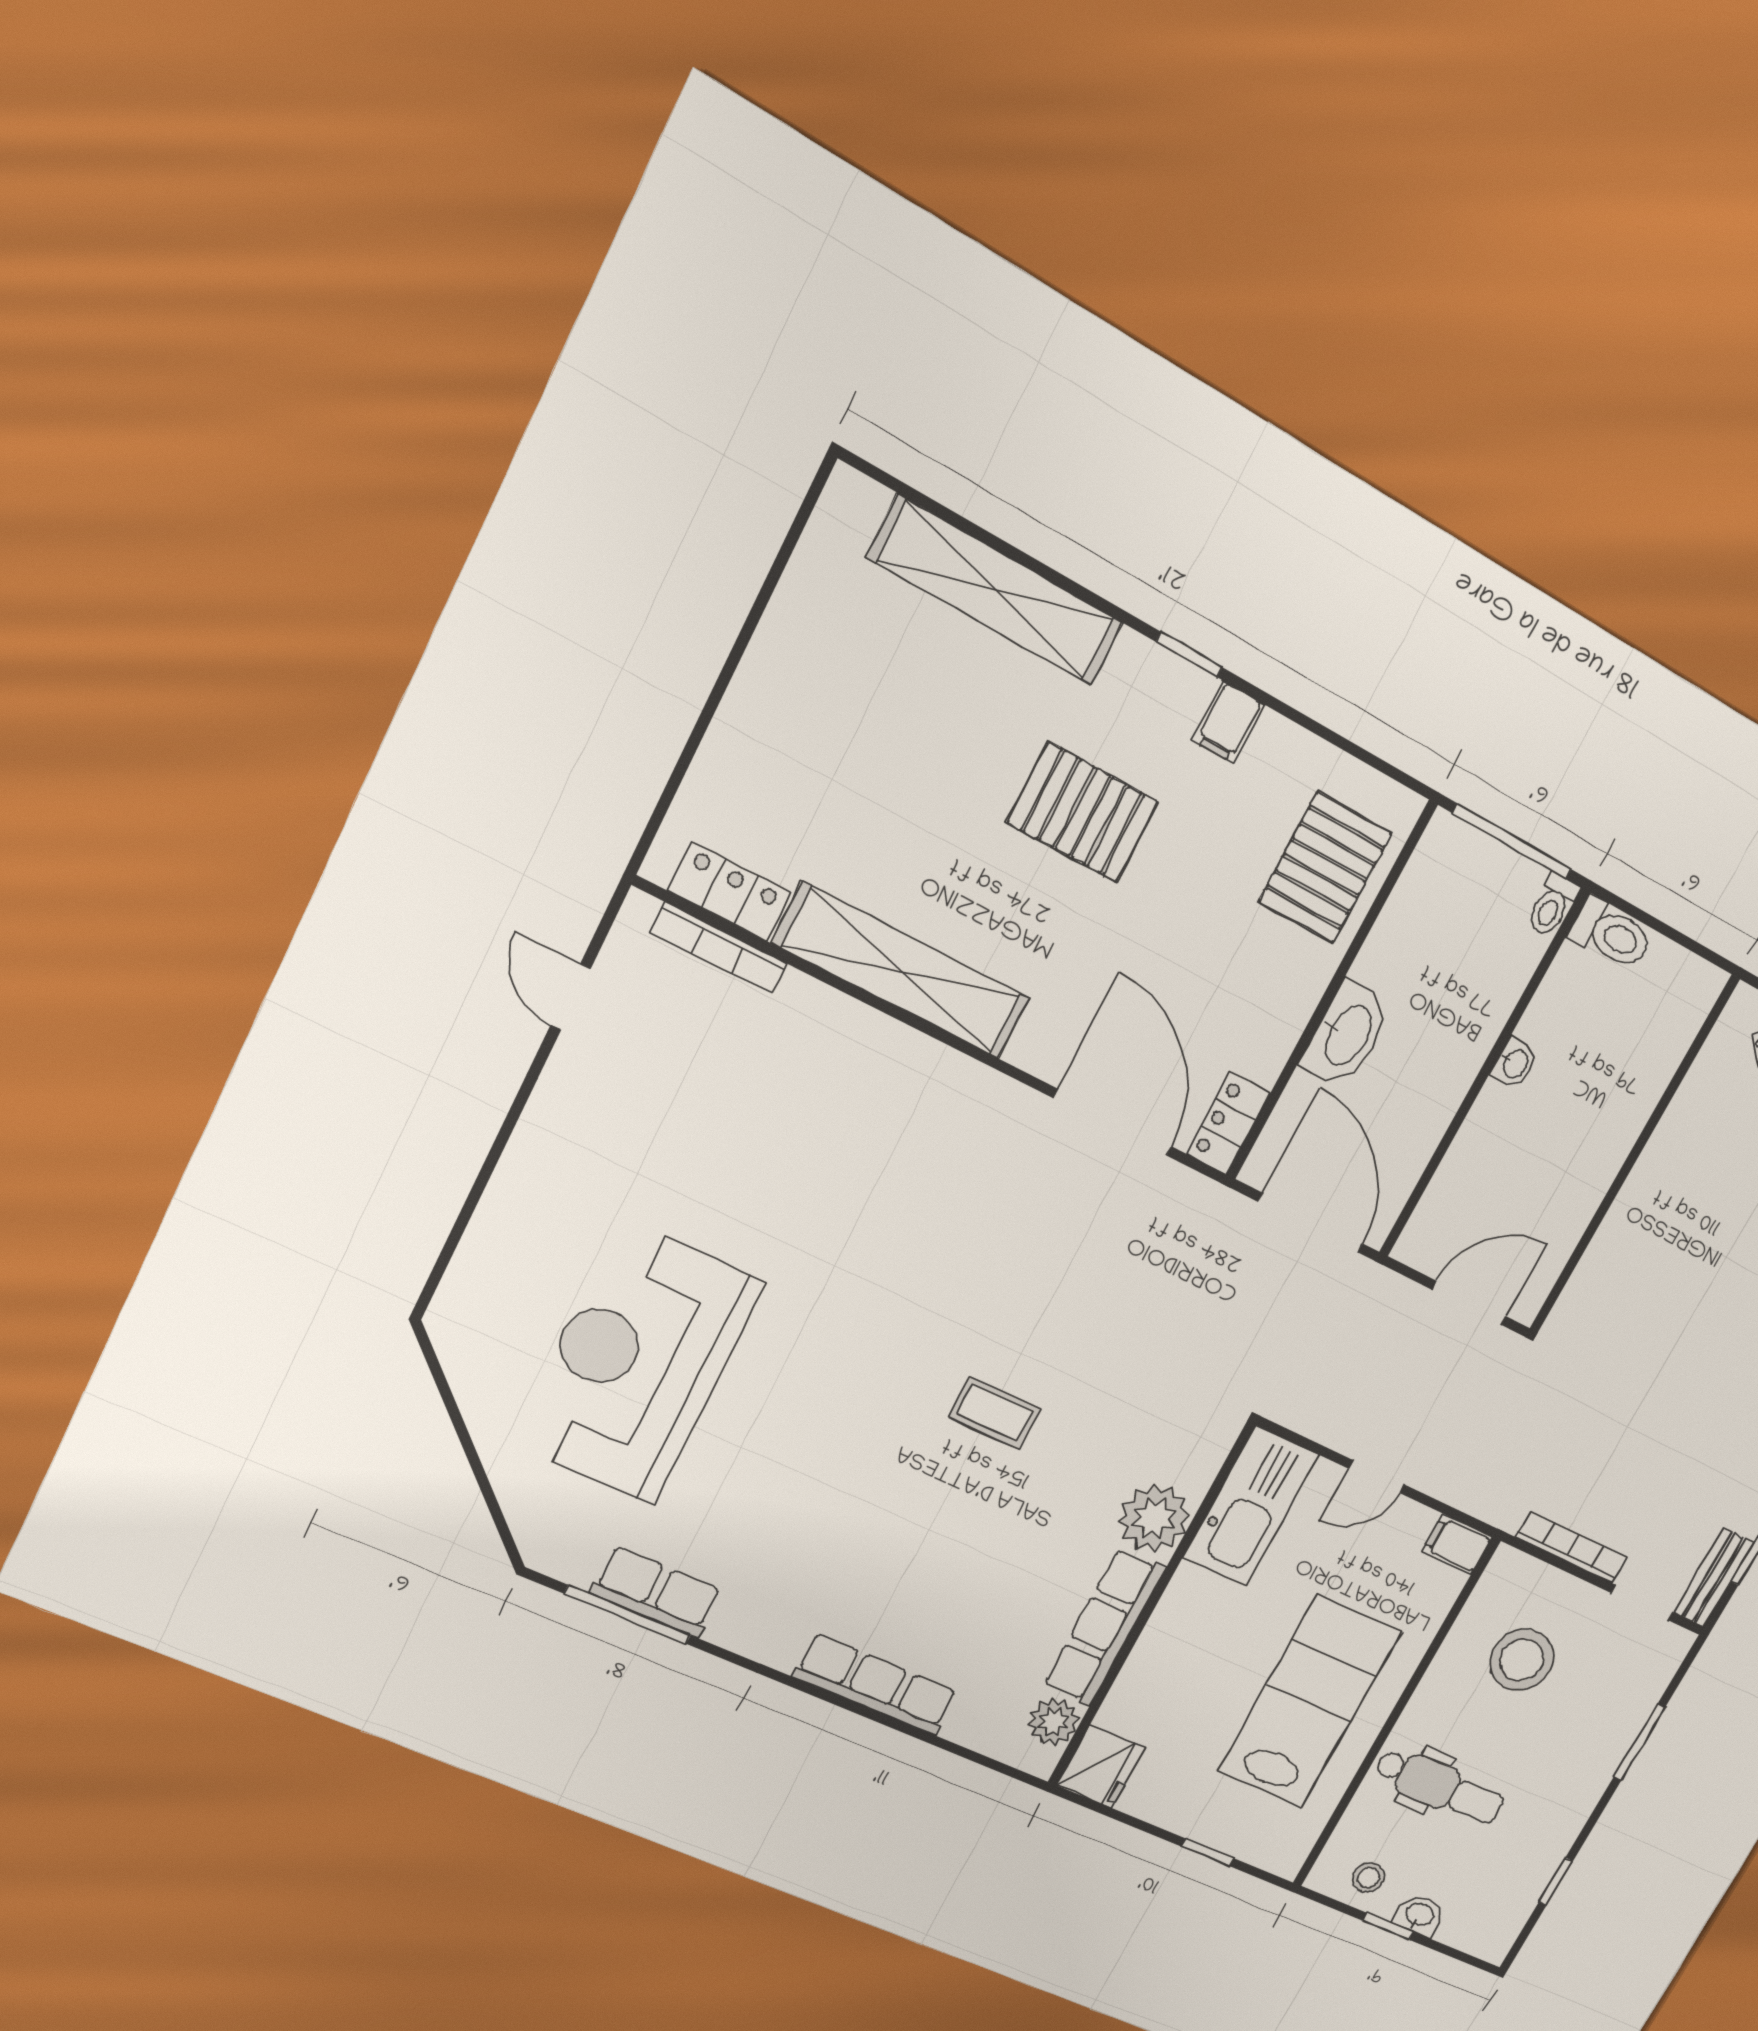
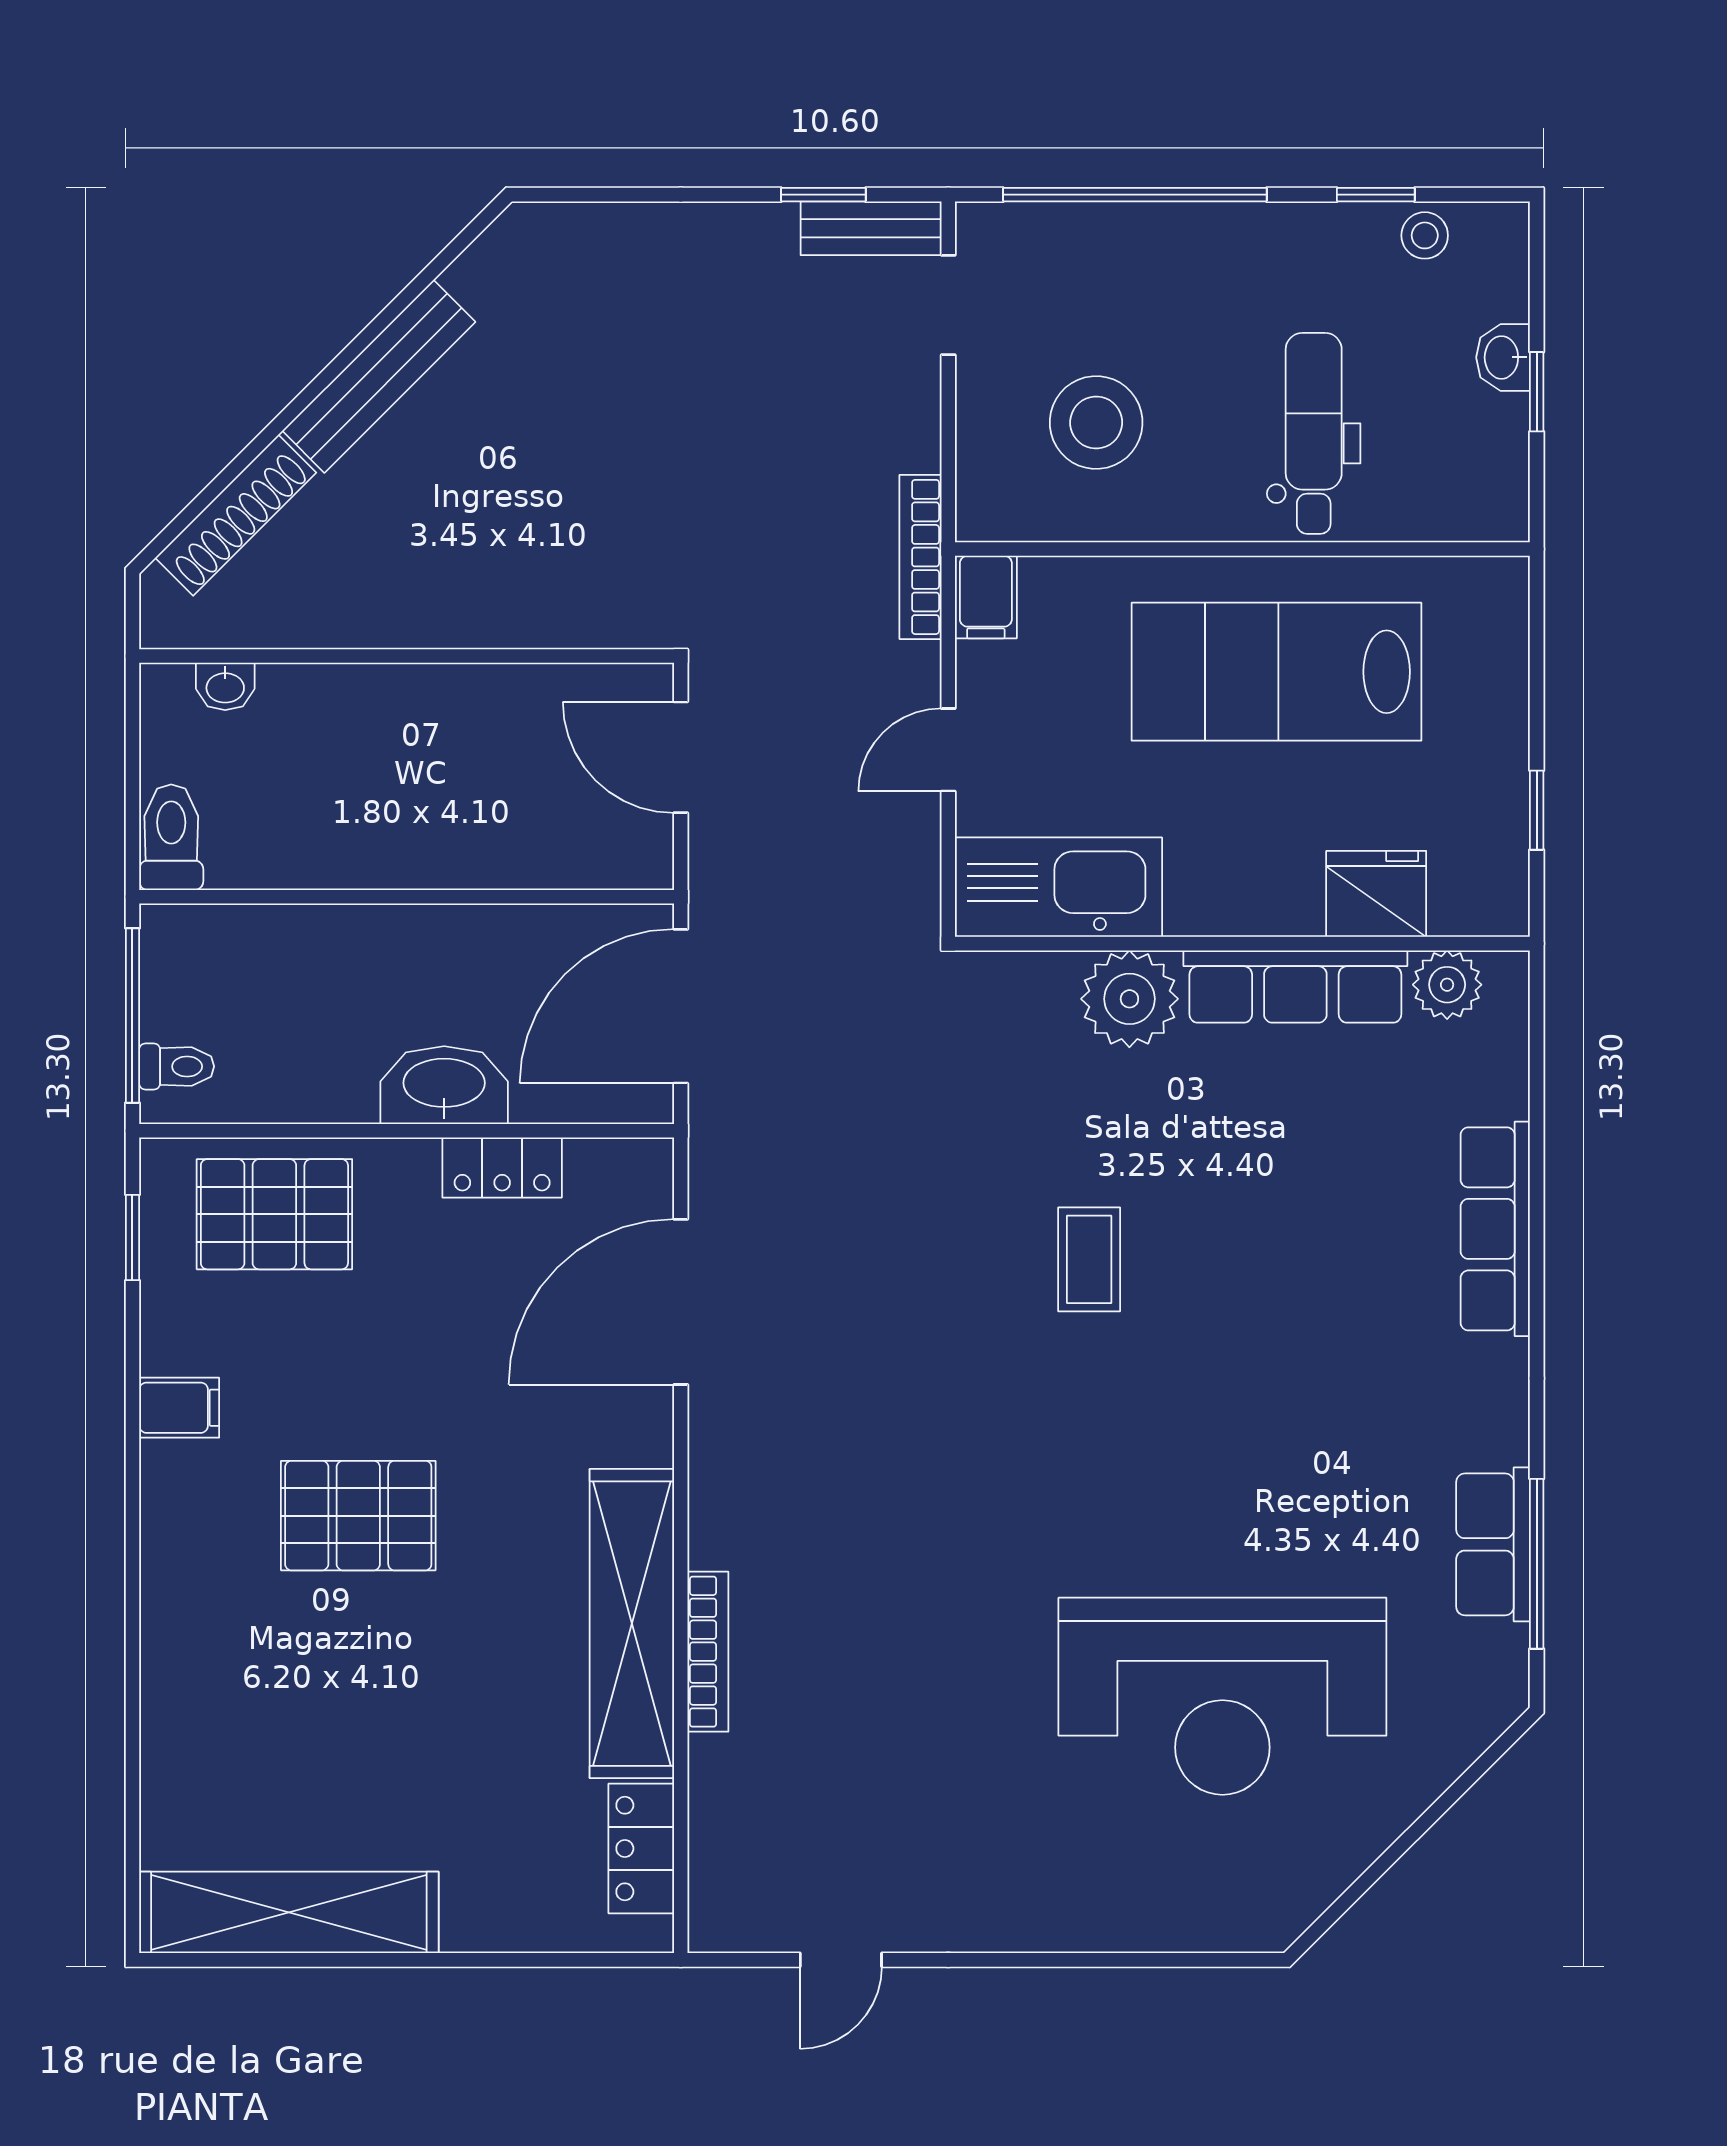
shelving: (996, 590) -> (289, 1912), moved, turned 90
window: (1189, 655) -> (132, 1238), moved
pallet: (1083, 812) -> (358, 1516), turned 90
toilet: (1552, 905) -> (177, 1066), moved
bookcase: (719, 948) -> (708, 1652), moved
washbasin: (1515, 1063) -> (225, 686), moved, turned 180
locker: (1228, 1123) -> (502, 1168), moved
door: (1377, 1477) -> (948, 750), swing flipped
bookcase: (1571, 1547) -> (920, 557), moved
window: (1639, 1743) -> (1135, 195), width x2.11
fridge: (1101, 1766) -> (1376, 894), moved
window: (1208, 1852) -> (1537, 810), moved
stool: (1368, 1877) -> (1425, 235), moved

